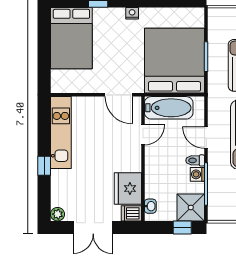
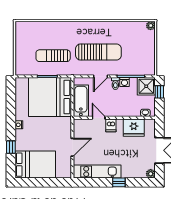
door: (119, 95) -> (72, 147), moved
dishwasher: (131, 213) -> (111, 125), moved

